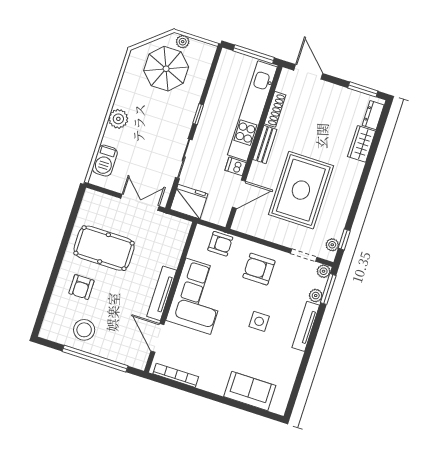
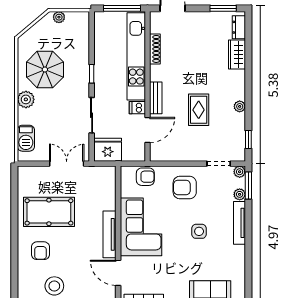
parasol: (166, 69) -> (45, 70), moved
bench: (265, 144) -> (156, 98), moved
rug: (301, 190) -> (199, 110), width x0.54, depth x0.49
plant: (332, 245) -> (240, 106), moved

